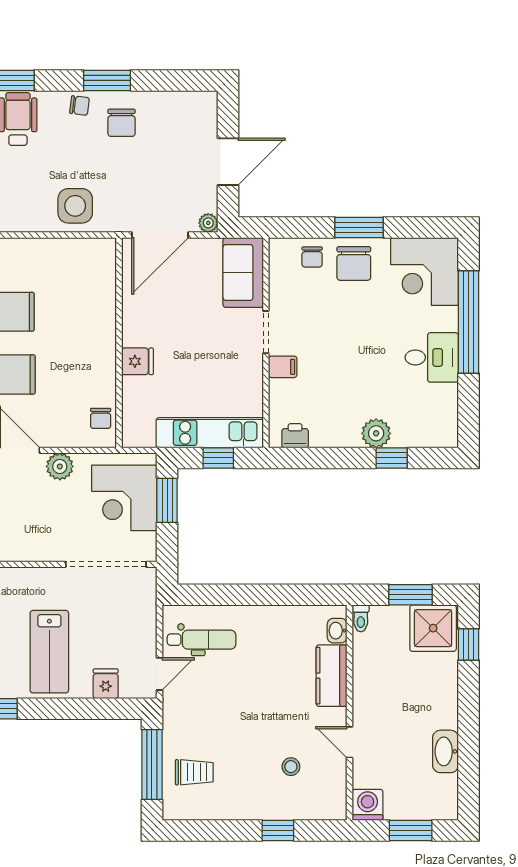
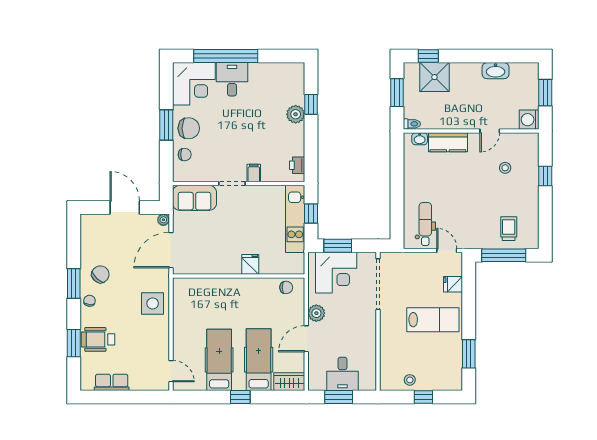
chair: (122, 123) -> (100, 274), turned -47
door: (160, 235) -> (171, 250), swing flipped
desk: (432, 357) -> (232, 79), moved
shower: (433, 628) -> (434, 77), moved

